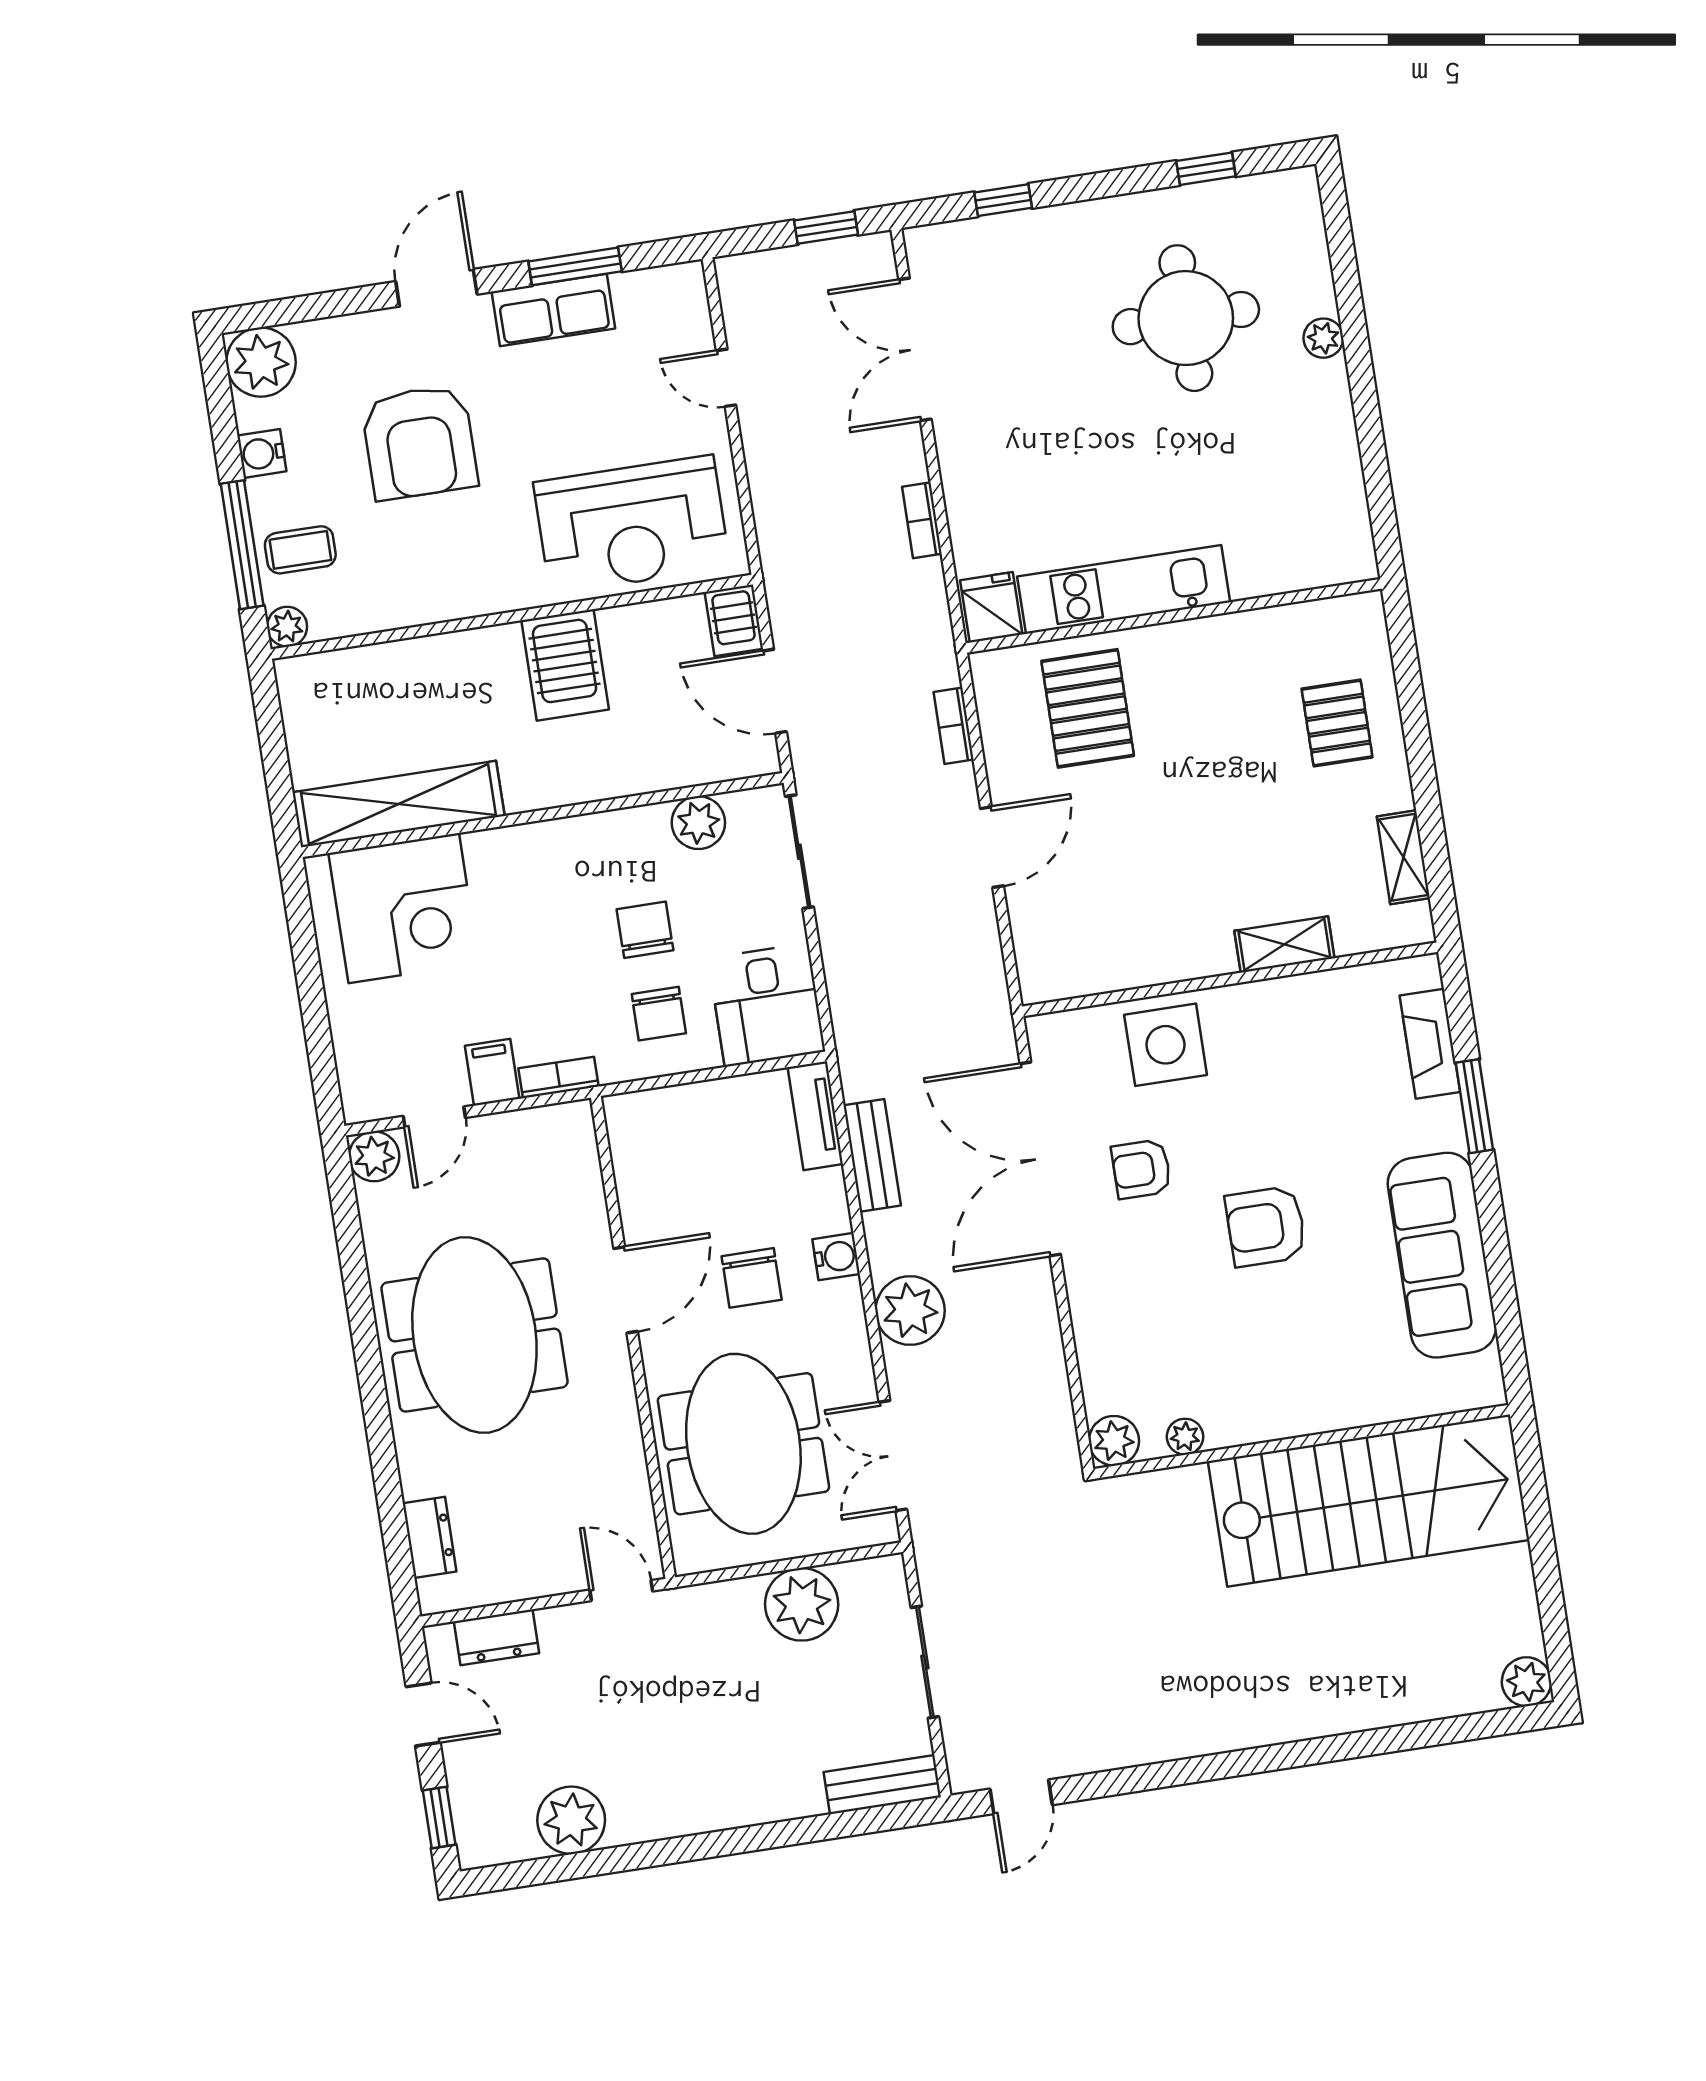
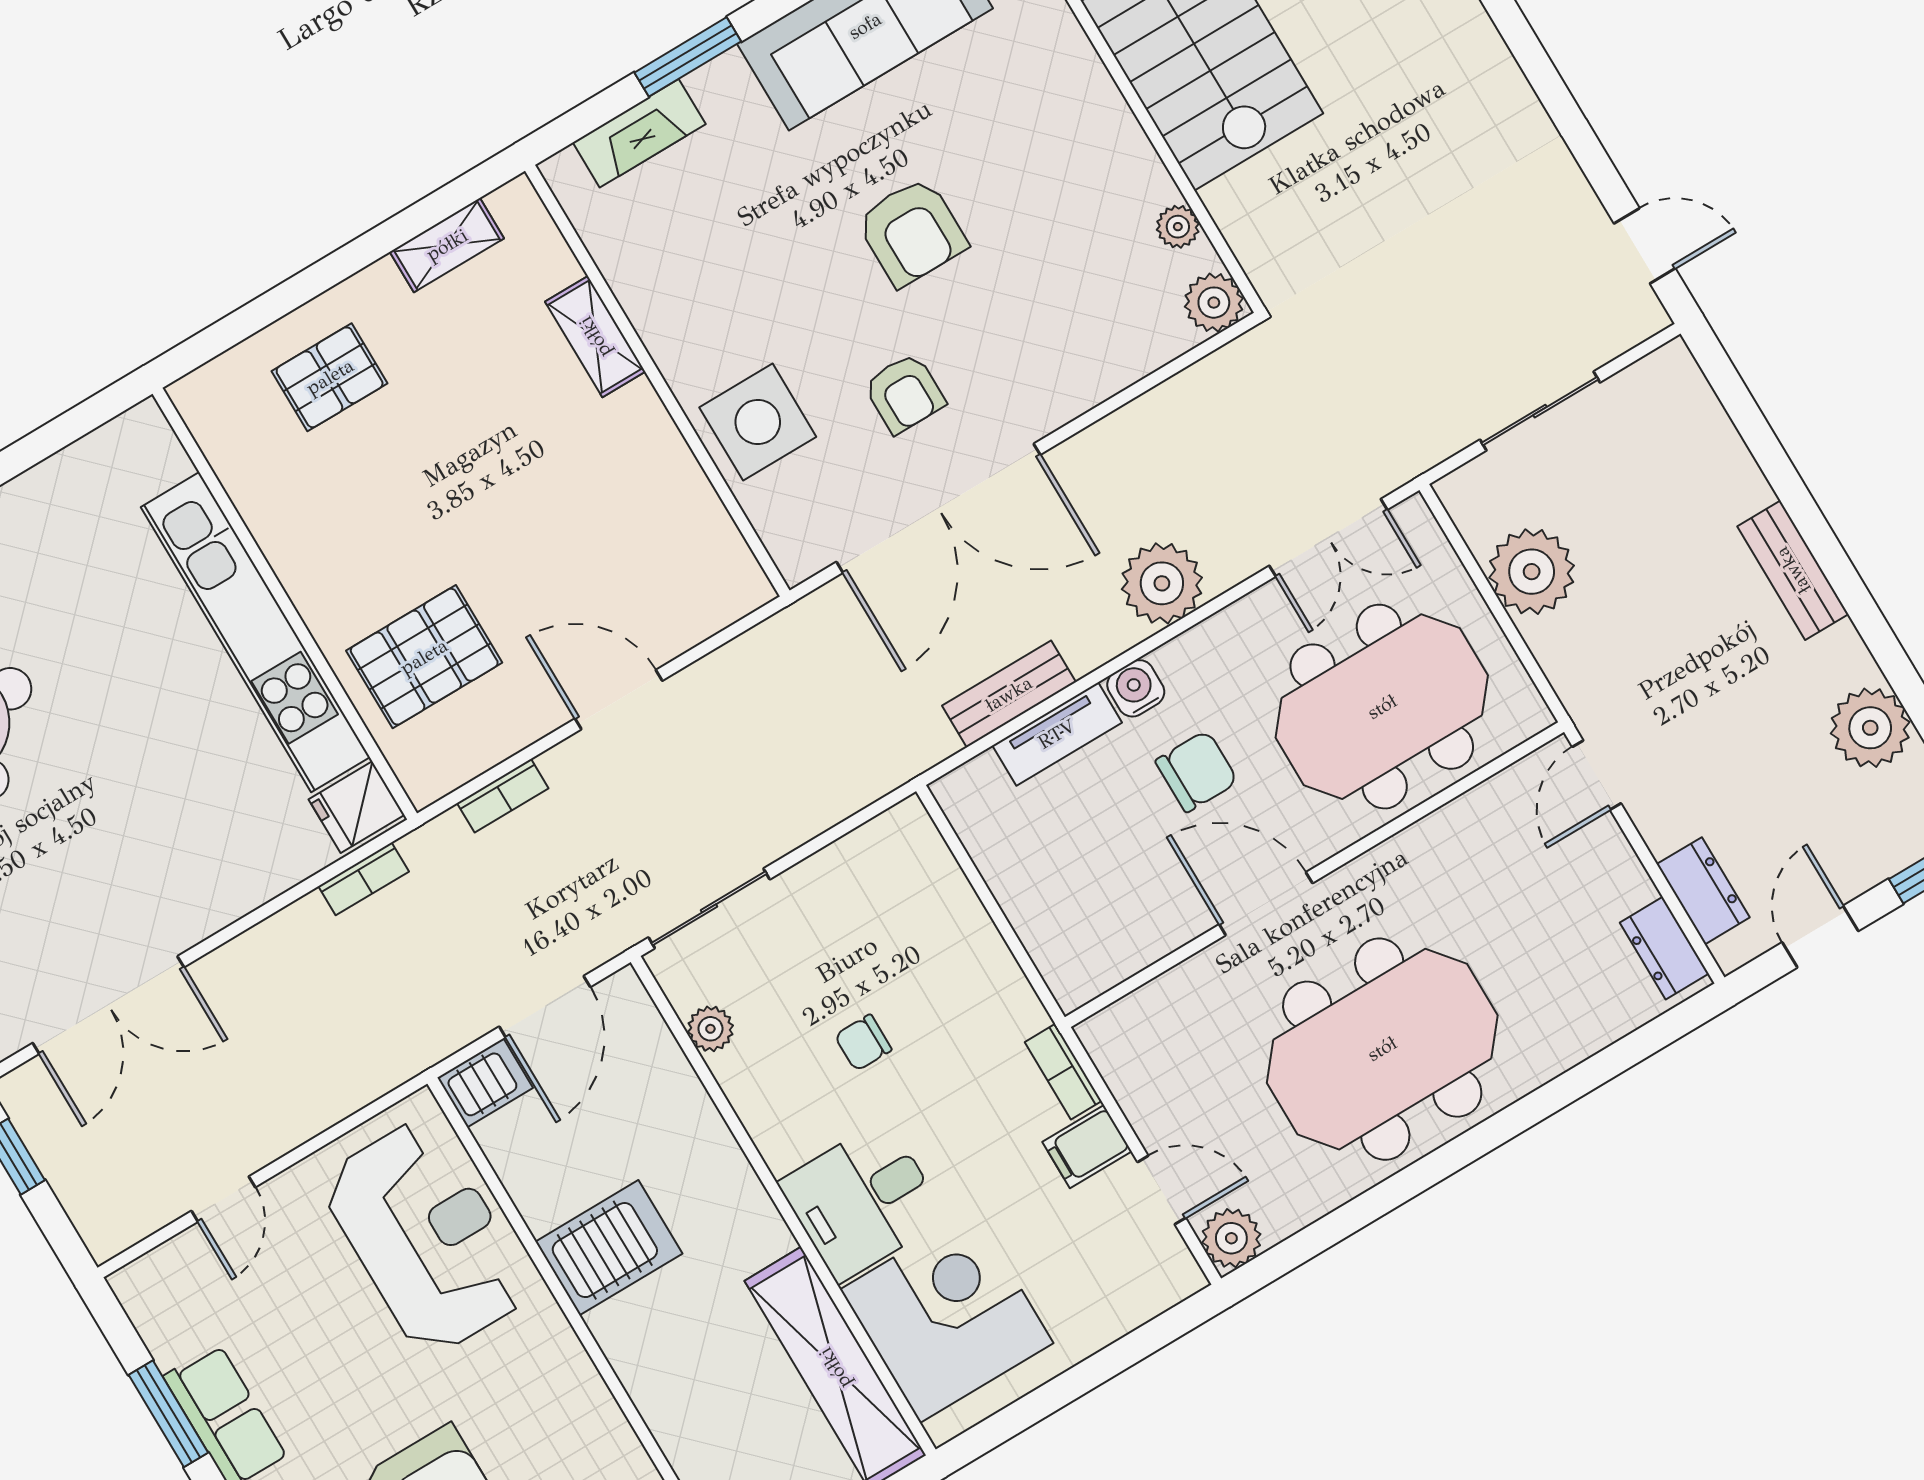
bookcase: (922, 520) -> (364, 879), moved
kitchen unit: (1124, 589) -> (255, 632), width x1.36
plant: (698, 823) -> (710, 1029), width x0.73, depth x0.73
chair: (645, 930) -> (863, 1043), width x0.73, depth x0.73
desk: (767, 1005) -> (862, 1201), moved, turned 180
chair: (659, 1014) -> (949, 990), removed
tv unit: (815, 1116) -> (1057, 734), moved
dresser: (429, 1537) -> (1664, 948), moved, turned -90
bench: (882, 1785) -> (1793, 570), moved

